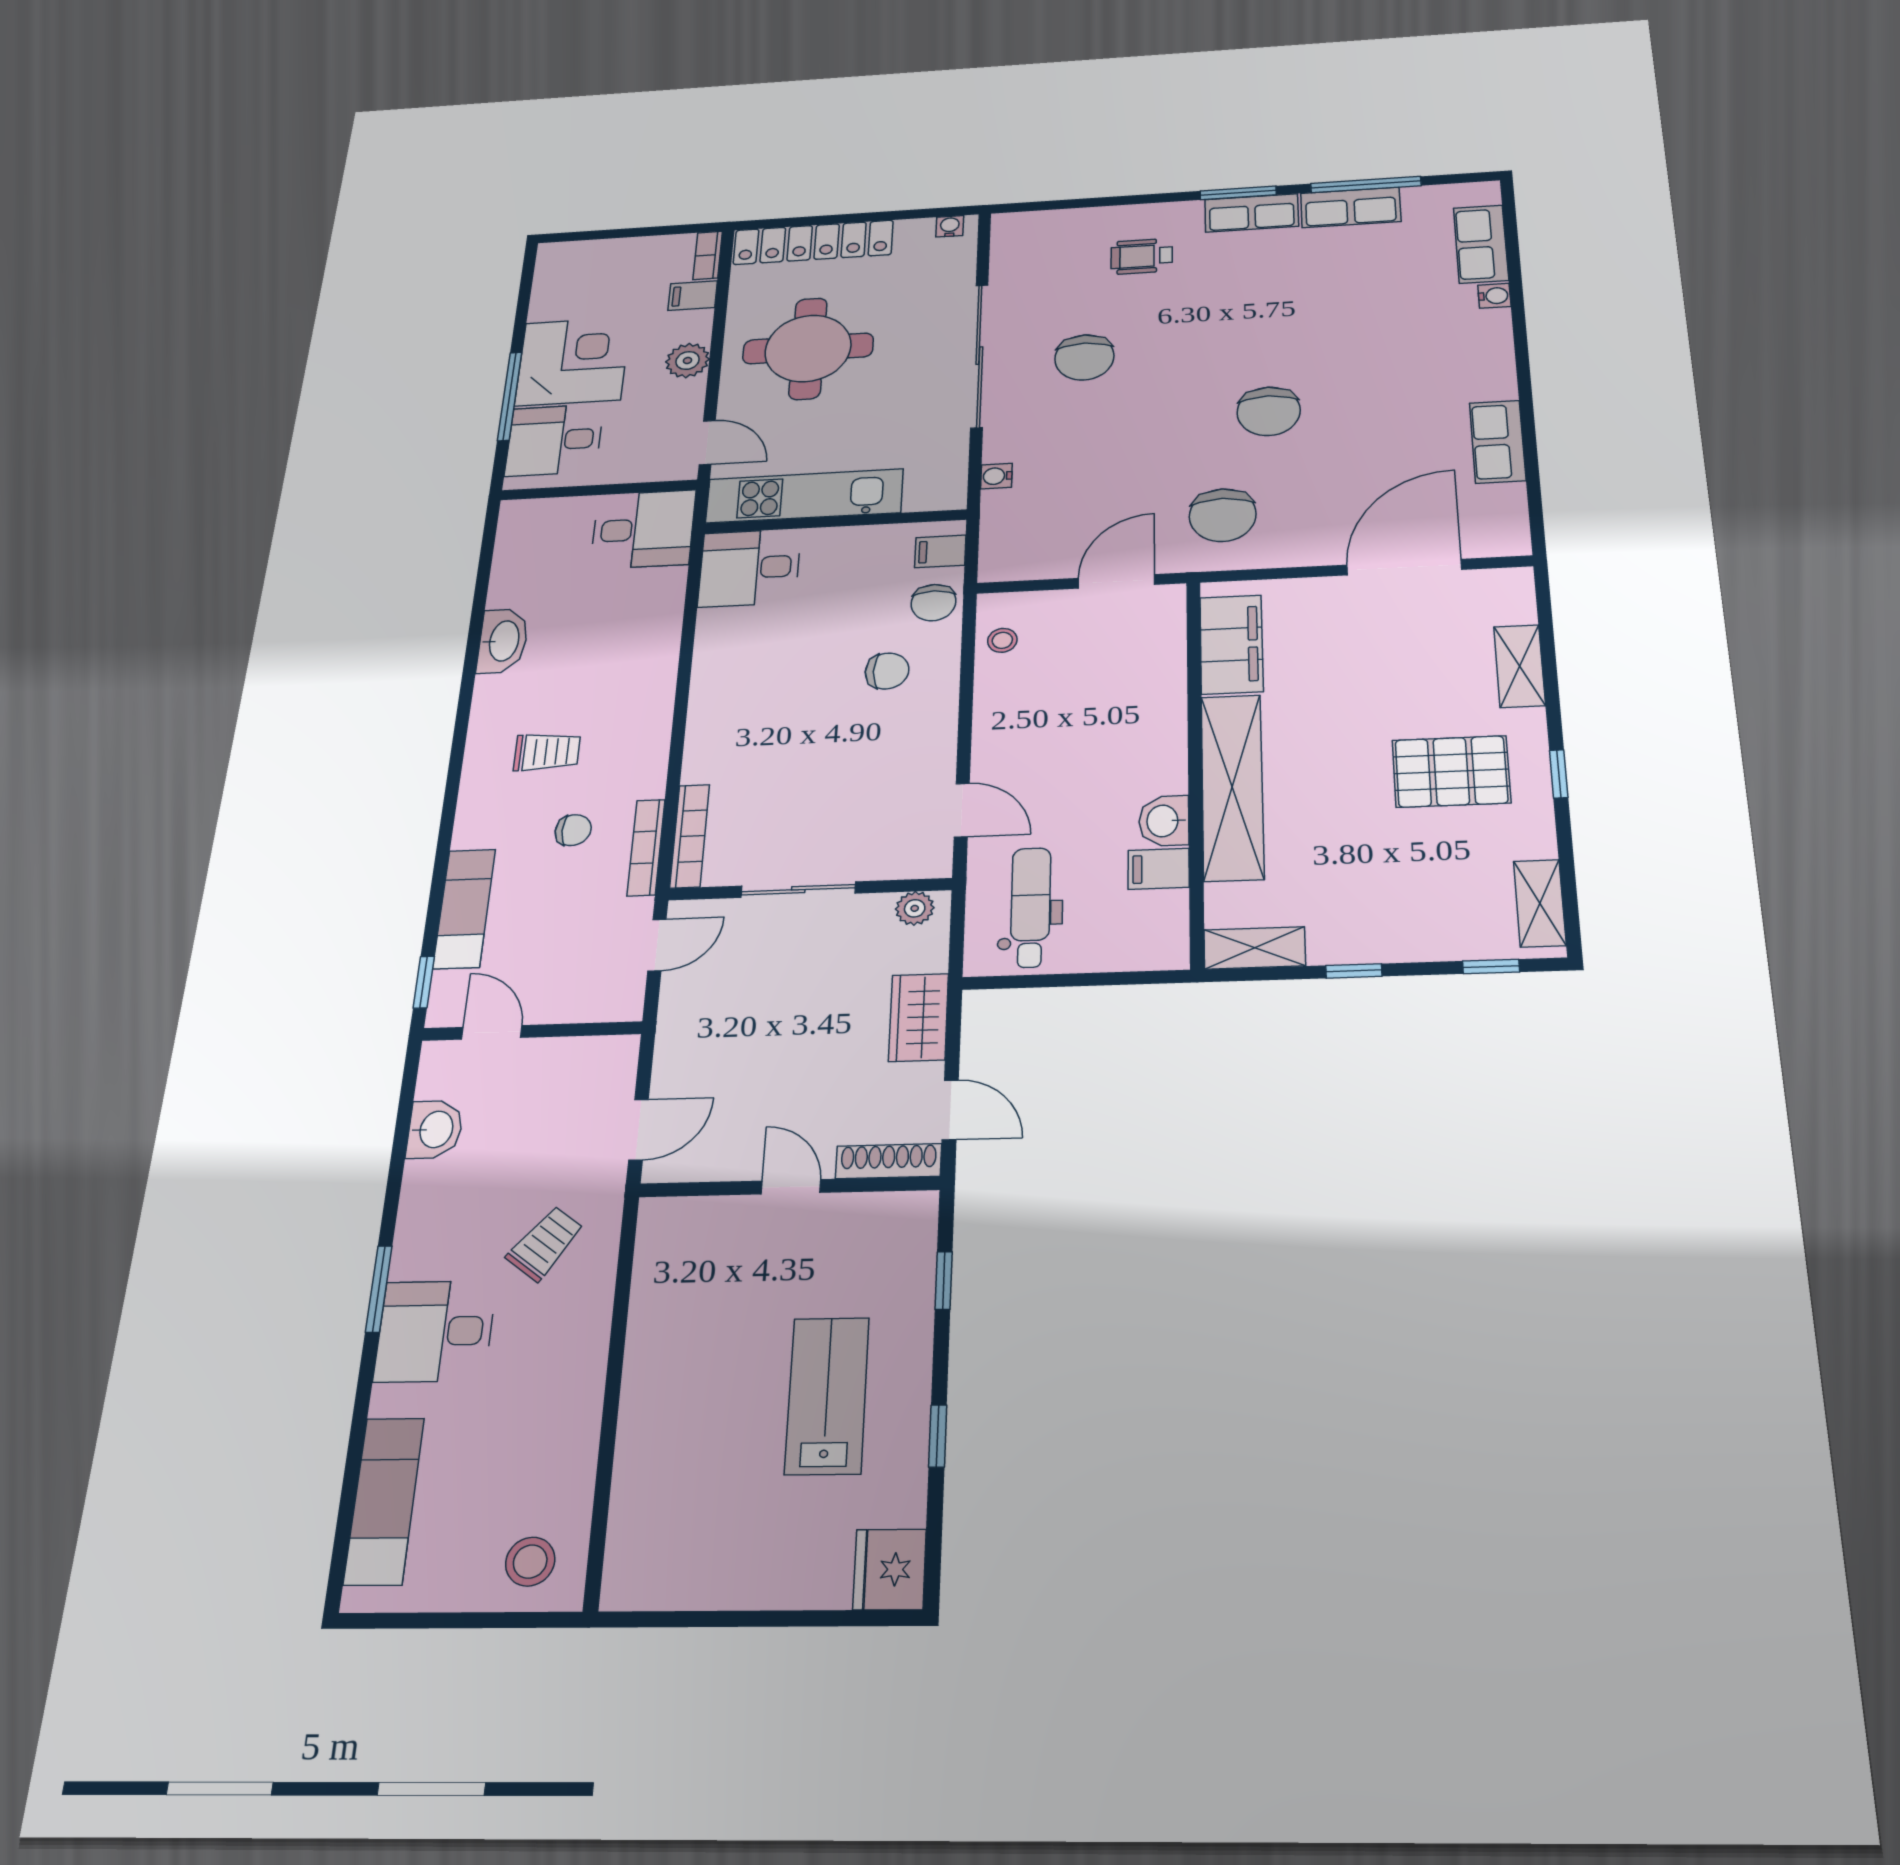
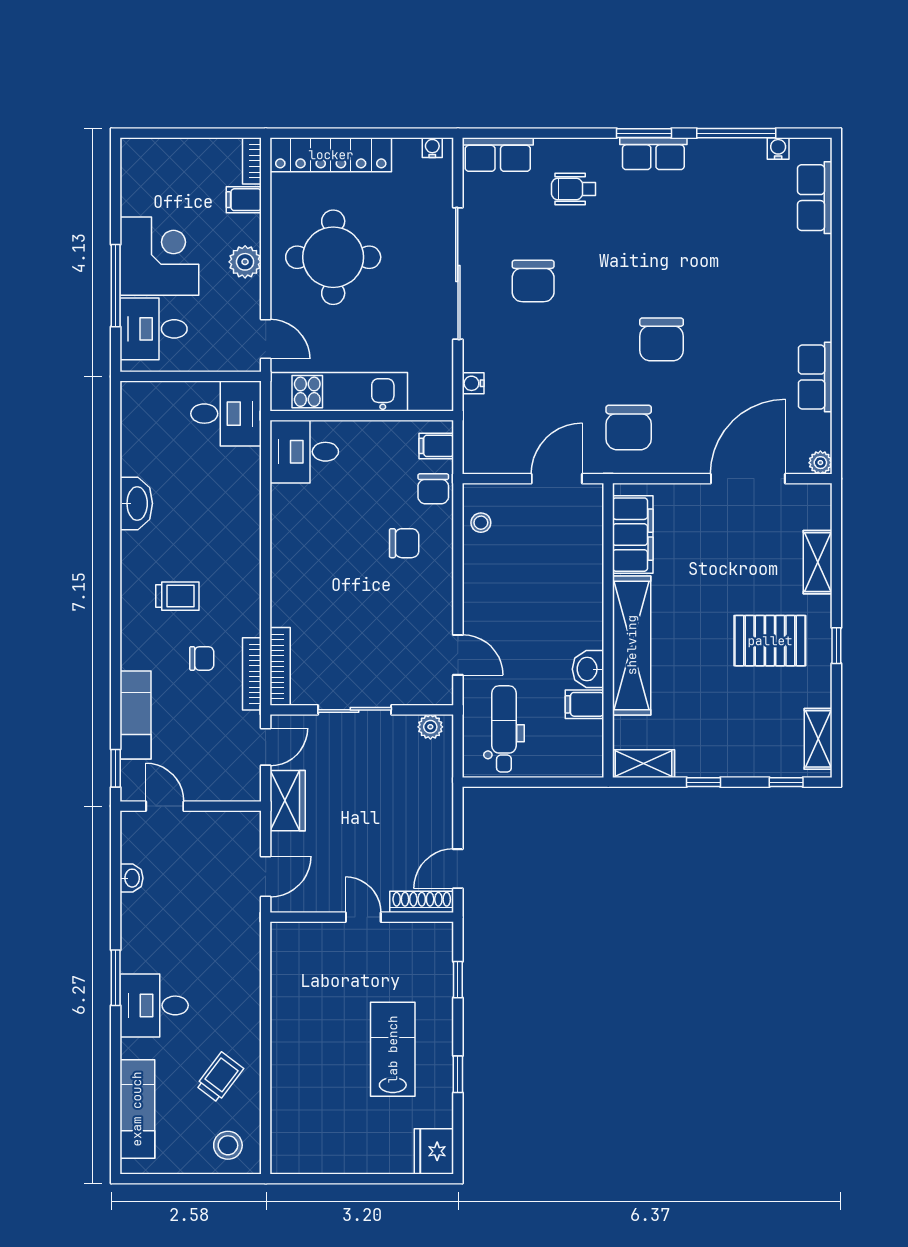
row of seats: (1351, 207) -> (498, 155), moved
water cooler: (1494, 296) -> (778, 148), moved, turned -90
plant: (1514, 542) -> (820, 463), added
wardrobe: (919, 1017) -> (288, 801), moved, turned 180
door: (950, 1110) -> (458, 869), swing flipped
washbasin: (435, 1129) -> (131, 878), width x0.72, depth x0.69
trolley: (545, 1243) -> (220, 1077), moved

